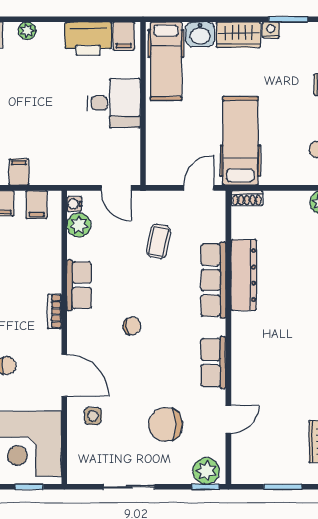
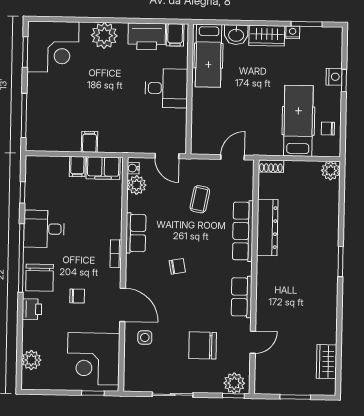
plant: (27, 31) -> (104, 35), width x1.88, depth x1.88
hospital bed: (240, 141) -> (298, 121), moved
filing cabinet: (37, 205) -> (103, 168), width x2.00

